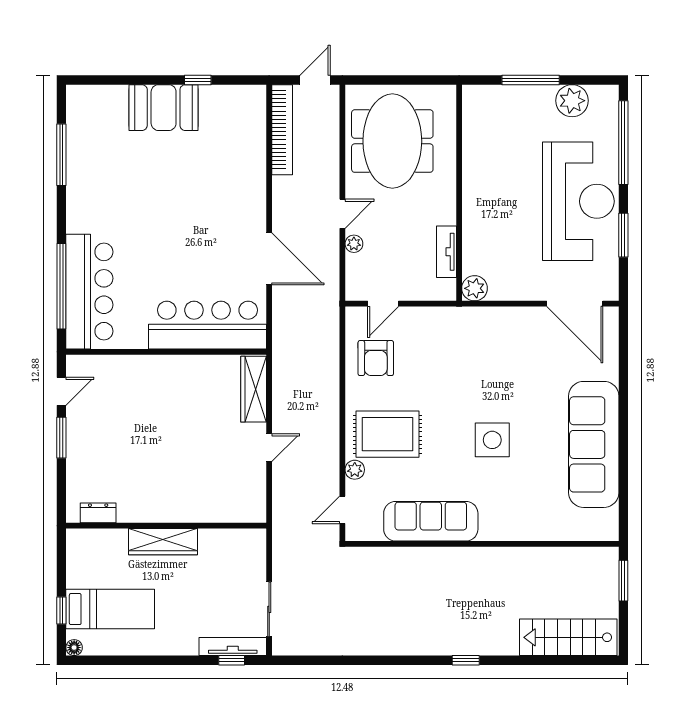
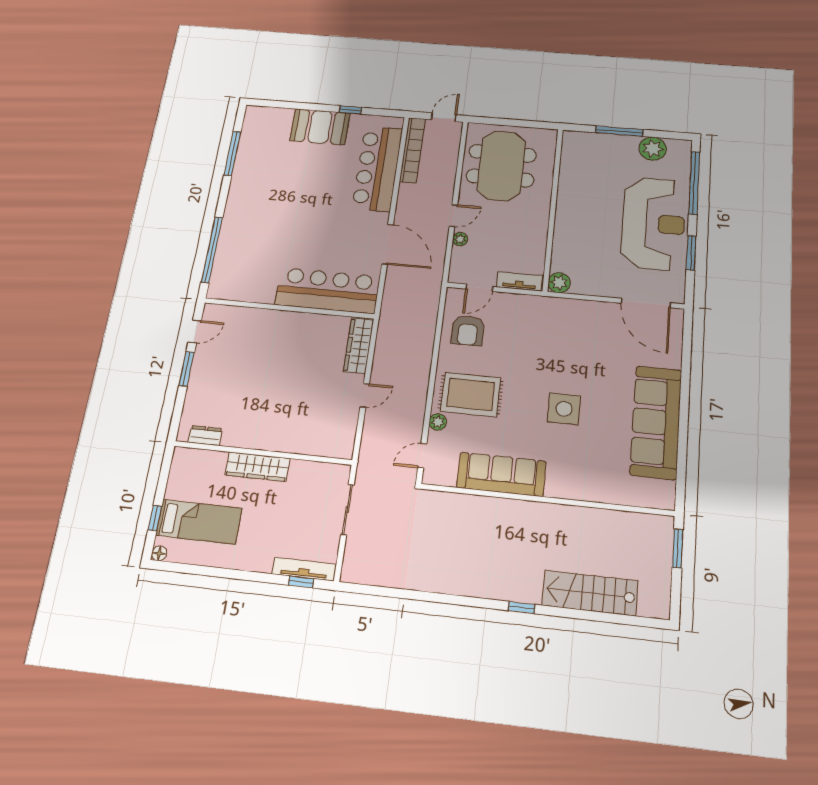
tv unit: (446, 252) -> (519, 281), moved, turned 90
bar counter: (89, 292) -> (377, 168), moved, turned 180
sliding door: (269, 609) -> (347, 510), moved
stairs: (568, 637) -> (590, 593), moved

